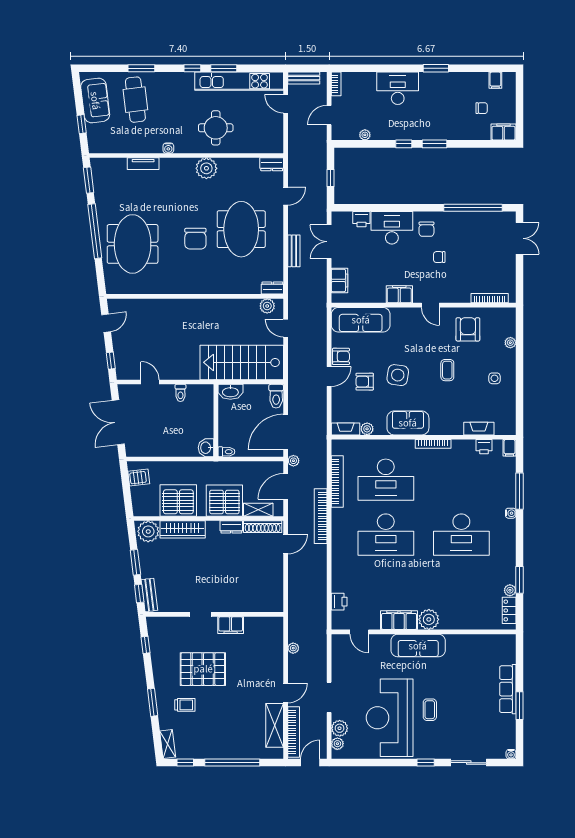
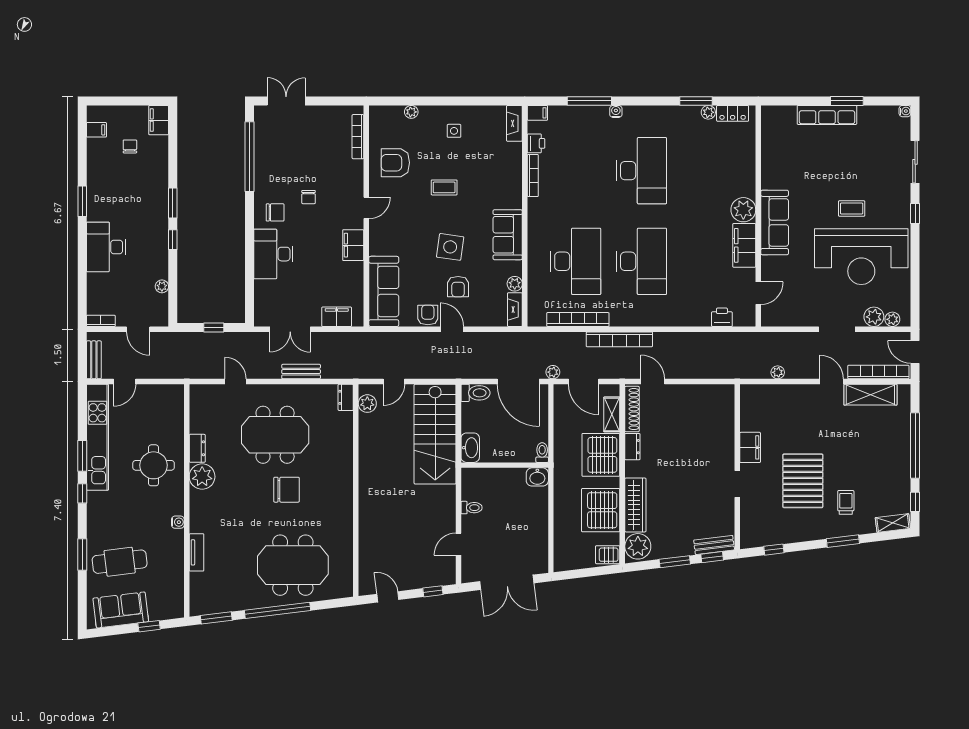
dresser: (272, 164) -> (197, 448), moved
printer: (361, 219) -> (263, 291), removed
fireplace: (479, 429) -> (514, 123), moved
bookcase: (433, 444) -> (533, 175), moved
server rack: (139, 477) -> (608, 555), moved, turned -83

